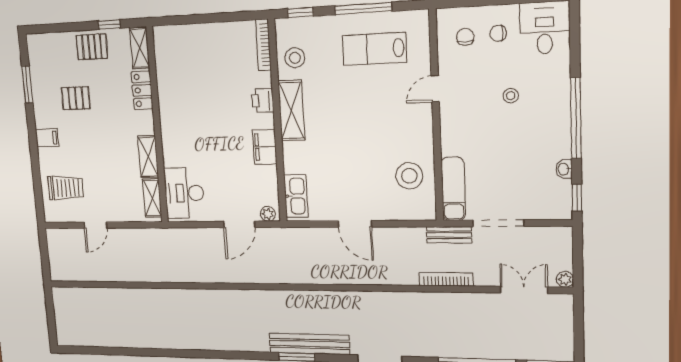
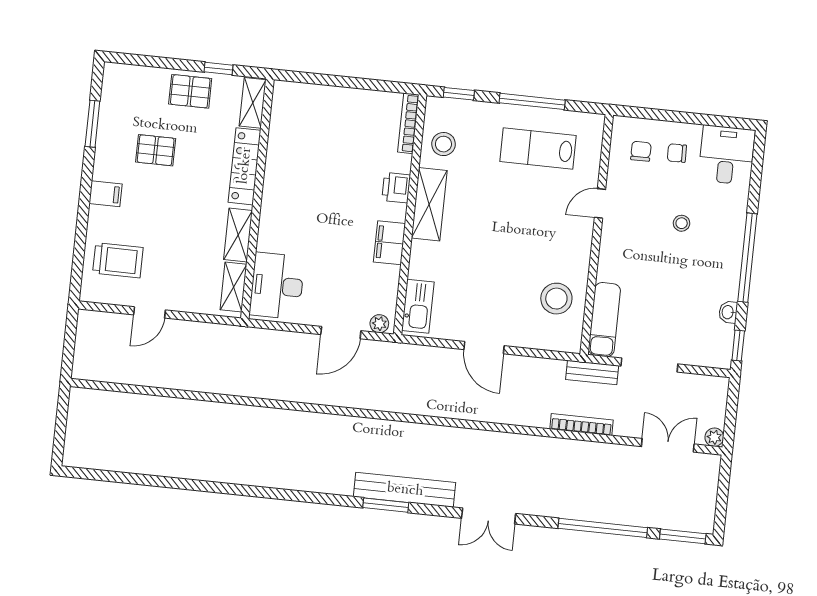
locker: (142, 90) -> (245, 166), width x1.53

